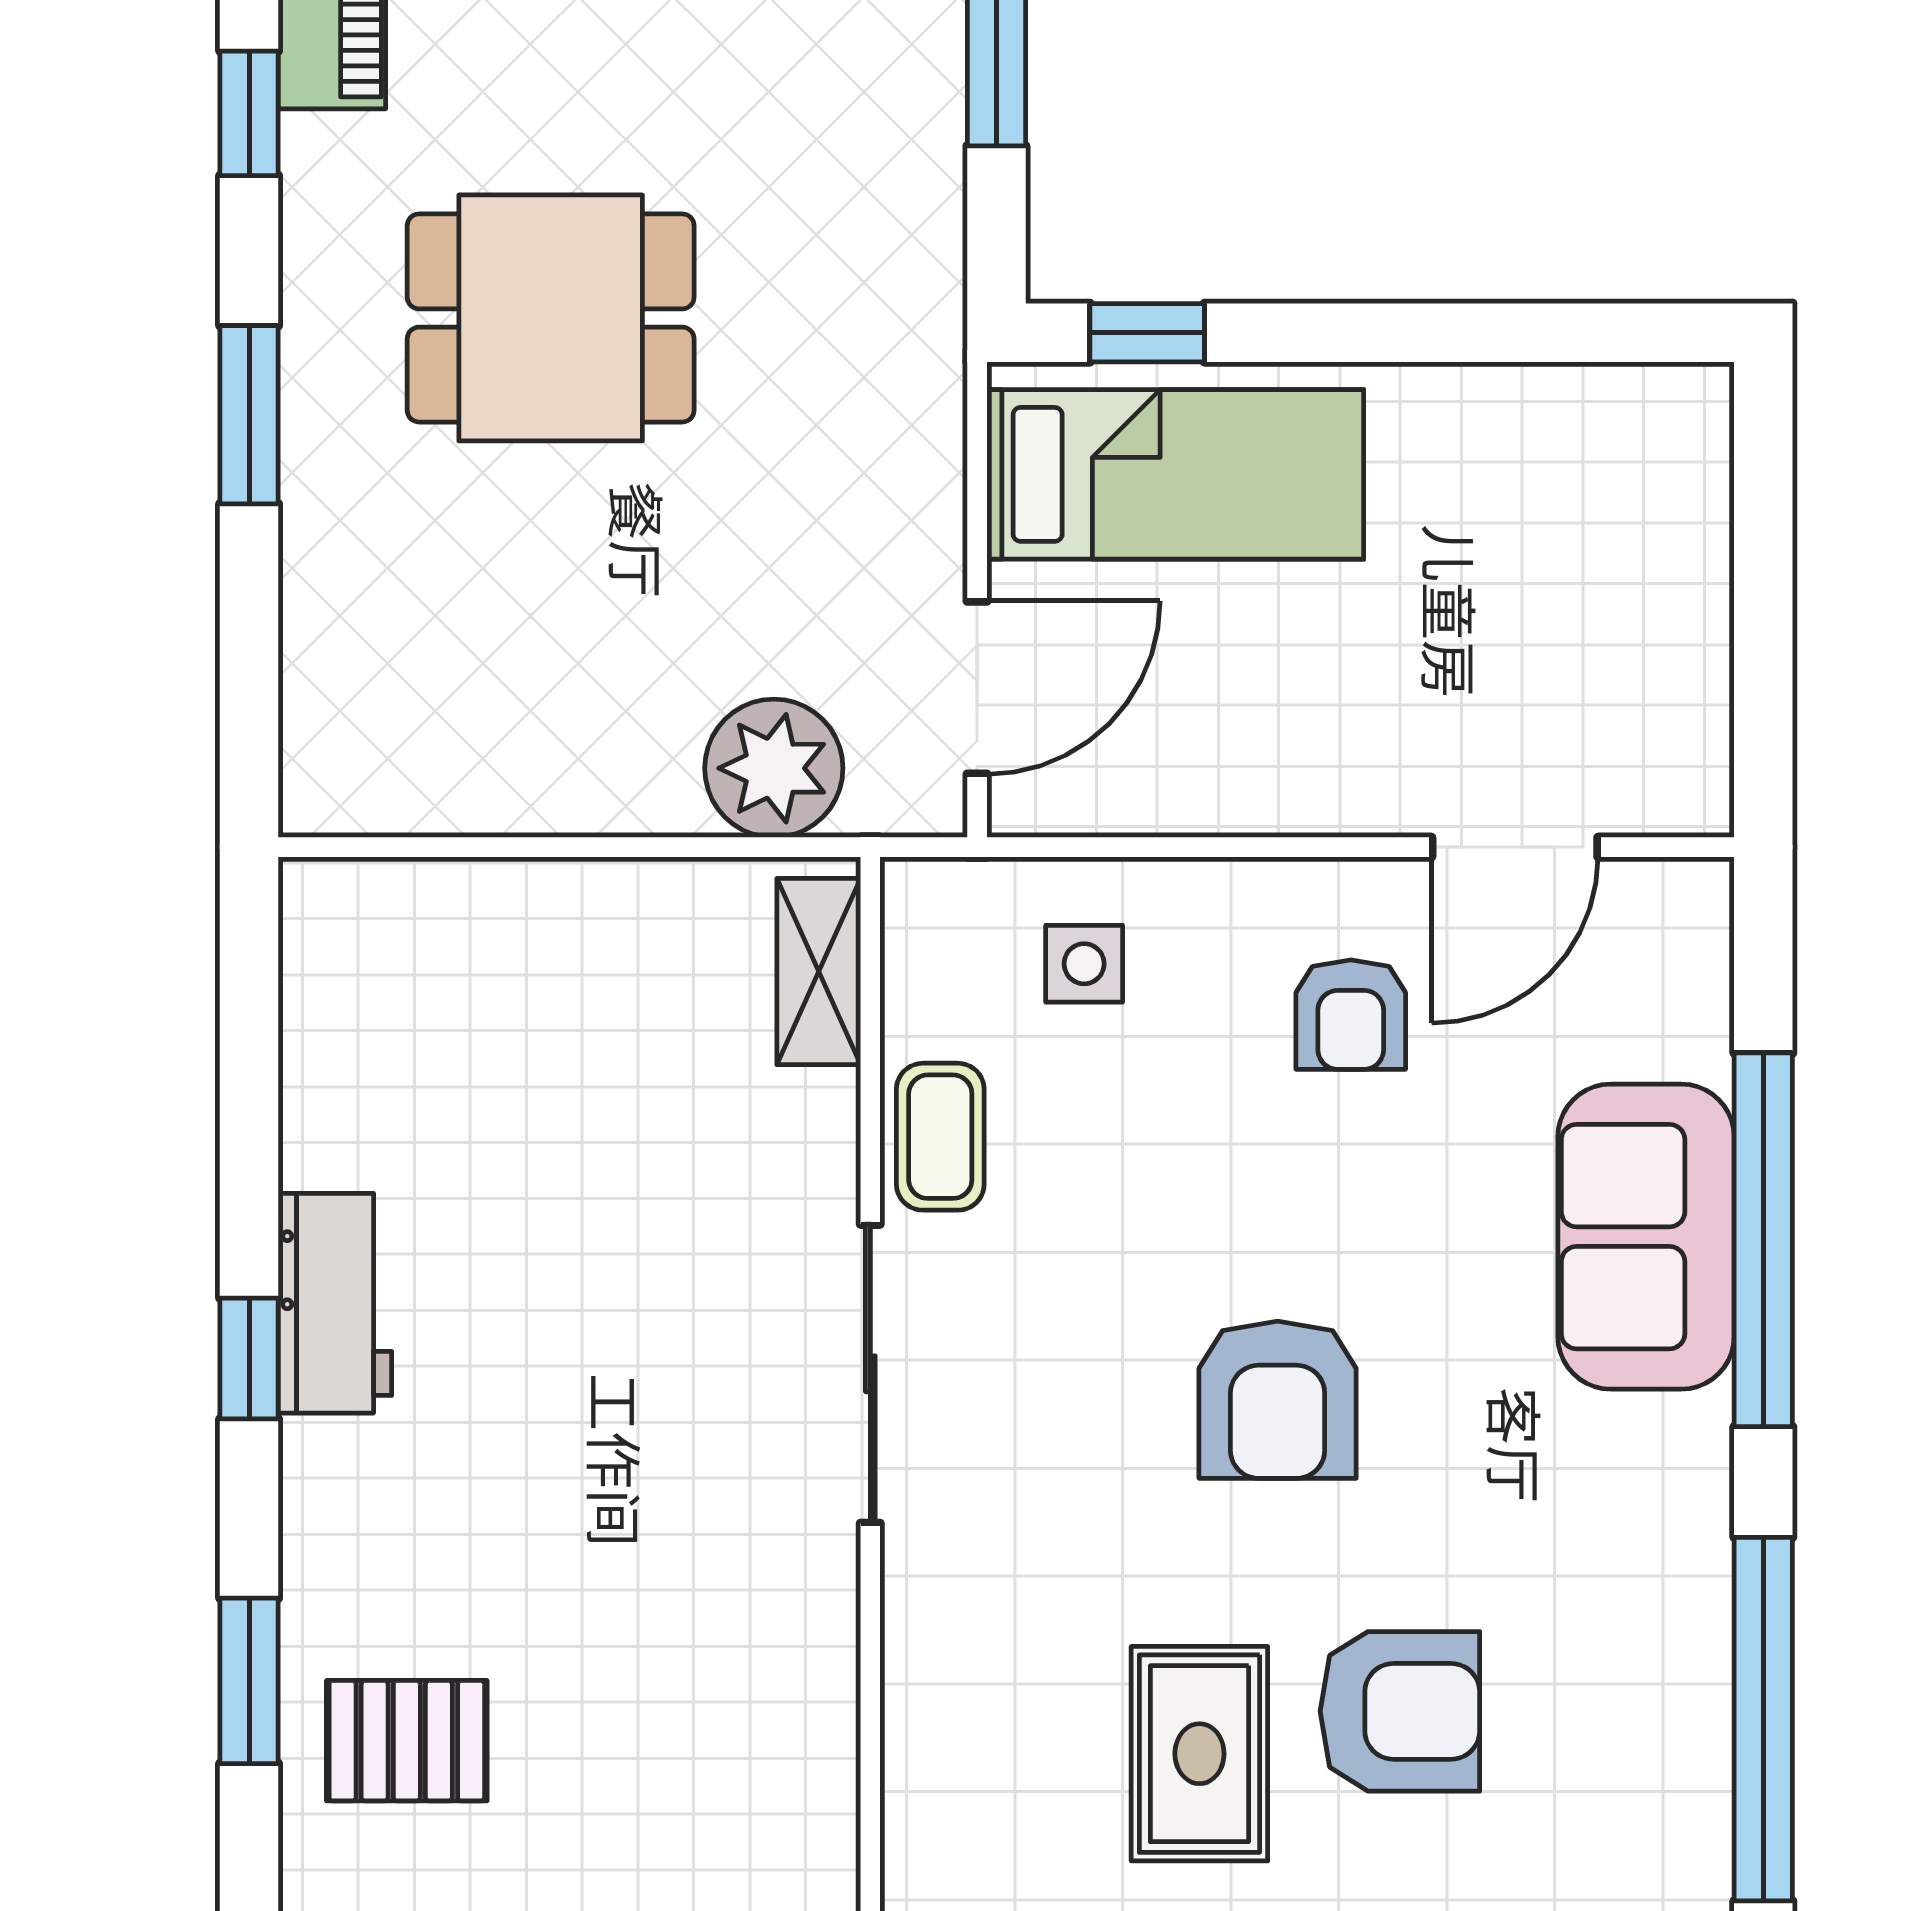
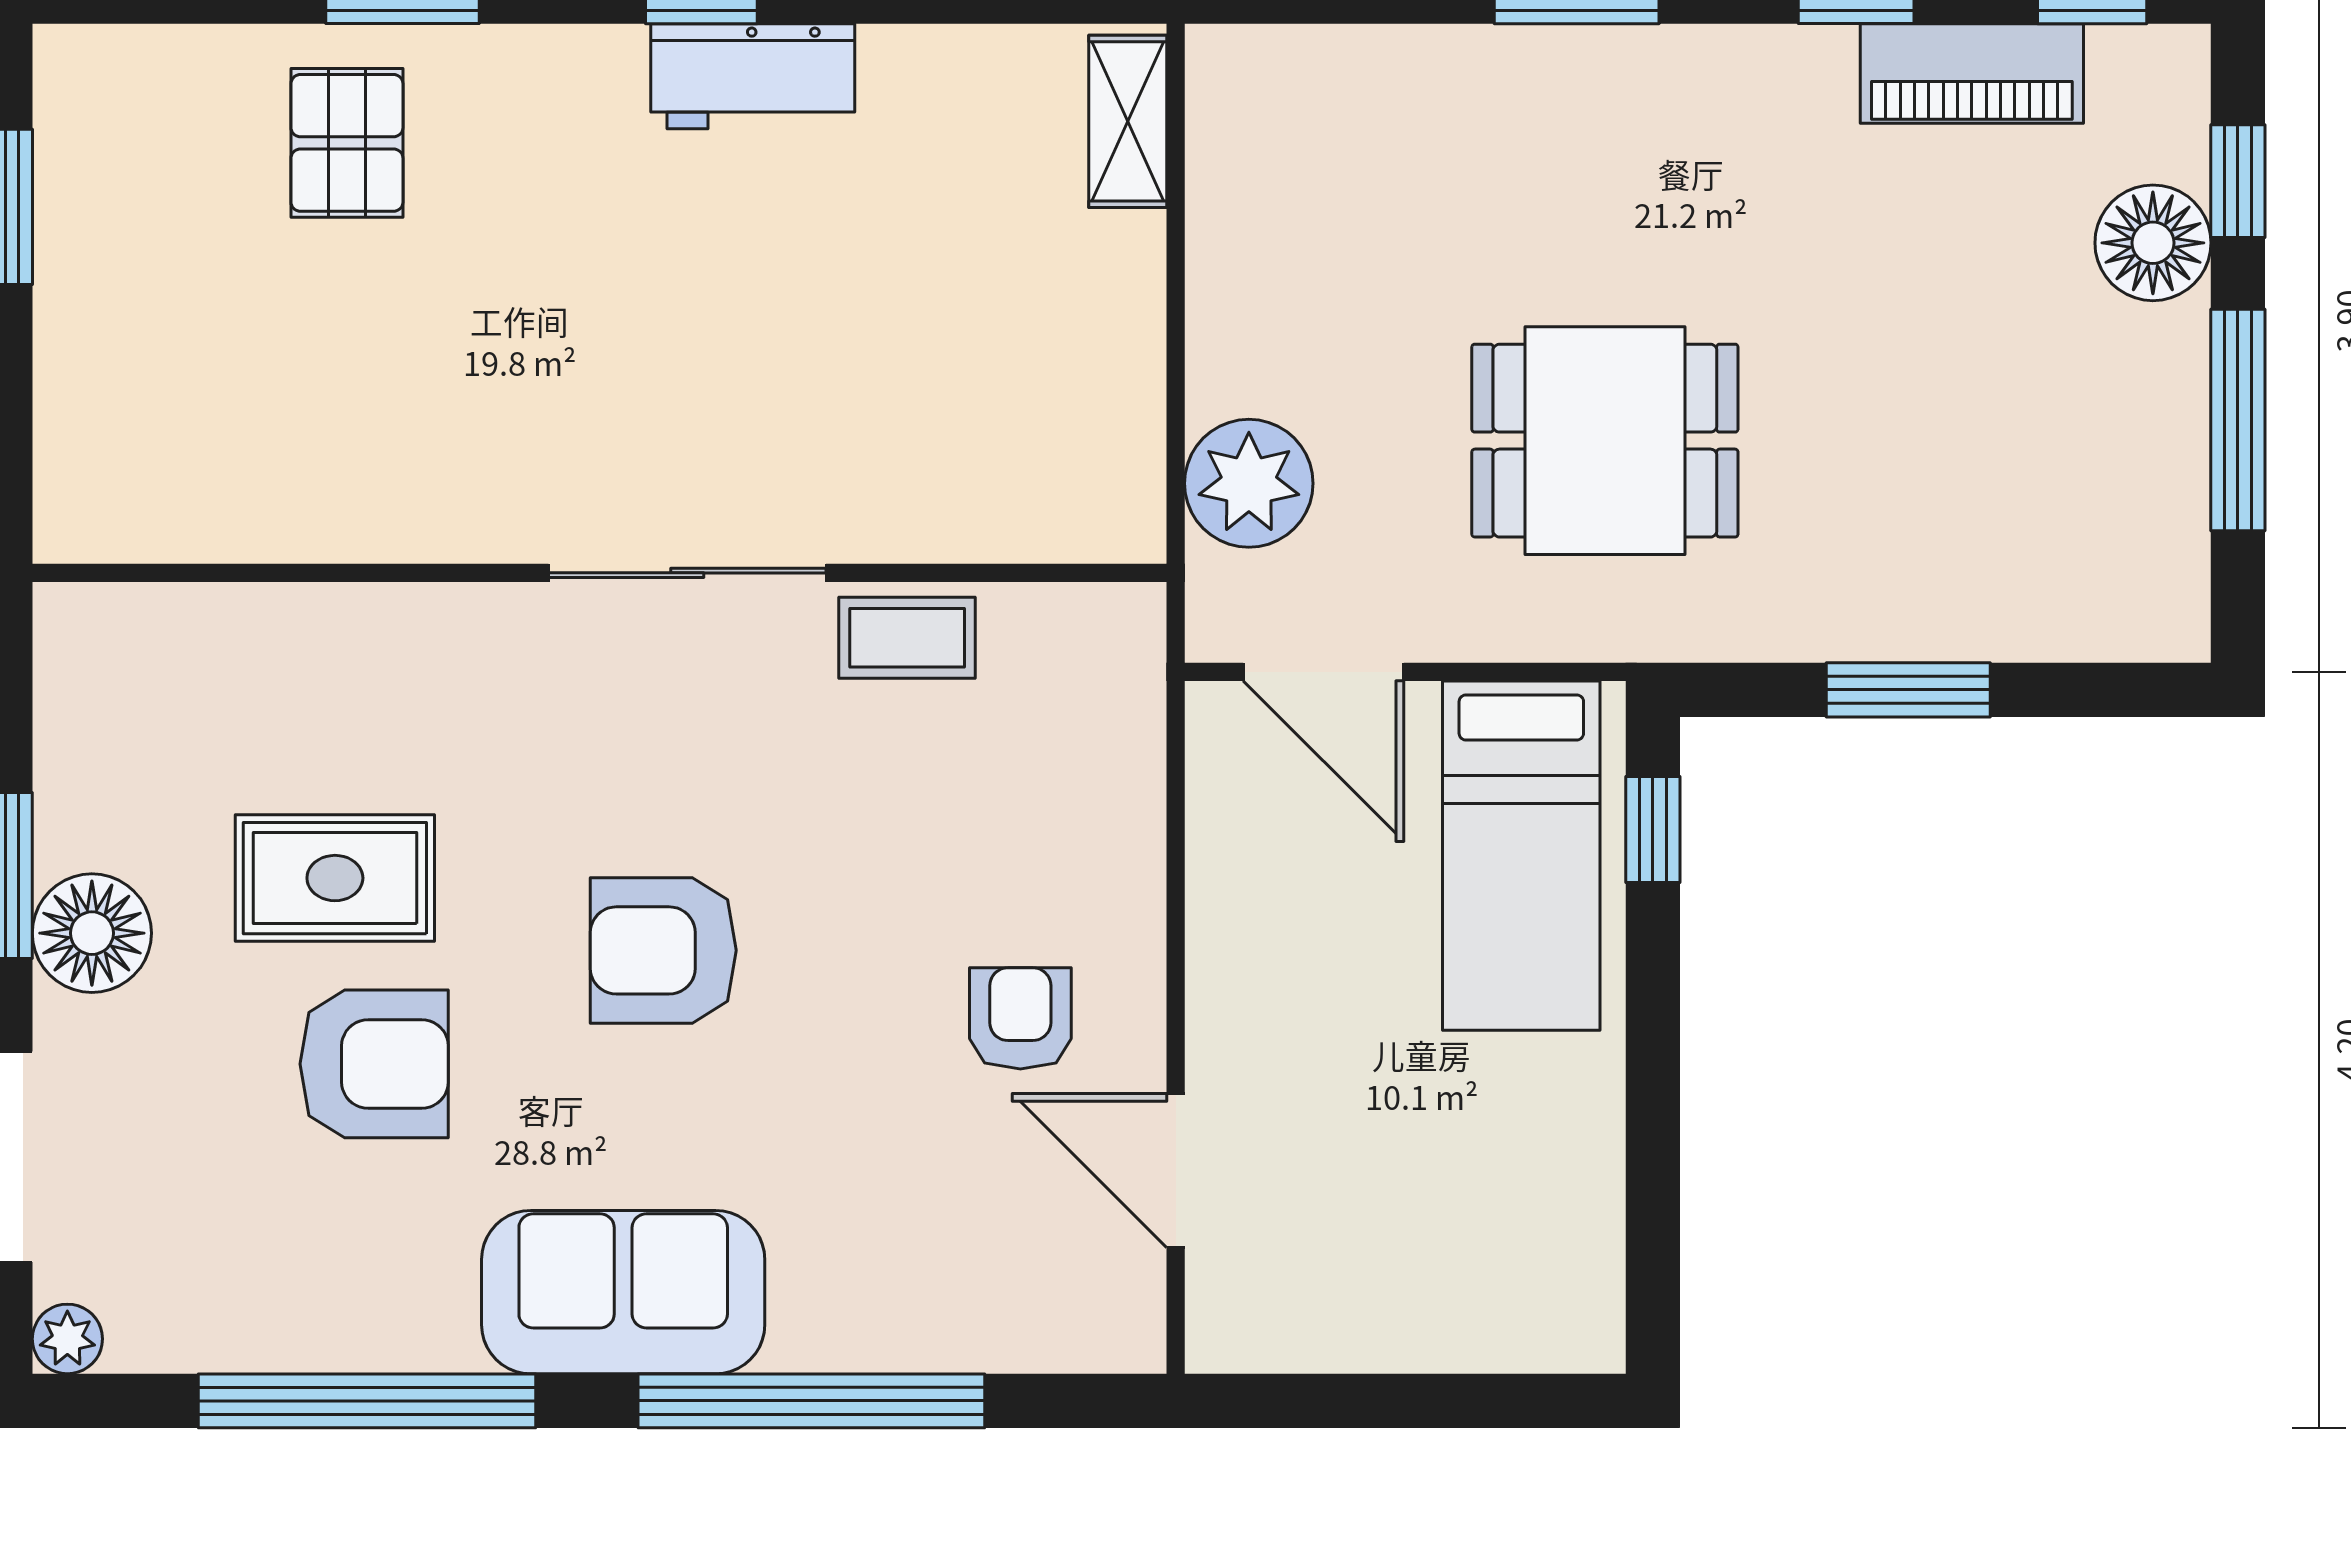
dining table: (551, 318) -> (1605, 441), moved, turned 90
side table: (1084, 964) -> (1068, 771), removed
shelving: (819, 972) -> (1128, 121), moved, turned 90
armchair: (1351, 1015) -> (1020, 1018), turned 90
sofa: (1646, 1237) -> (623, 1292), moved
armchair: (1400, 1711) -> (374, 1064), turned -90

